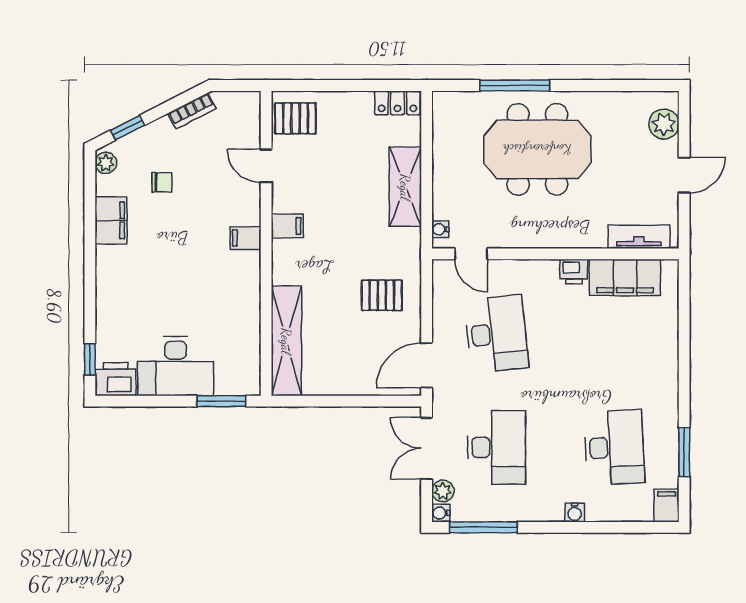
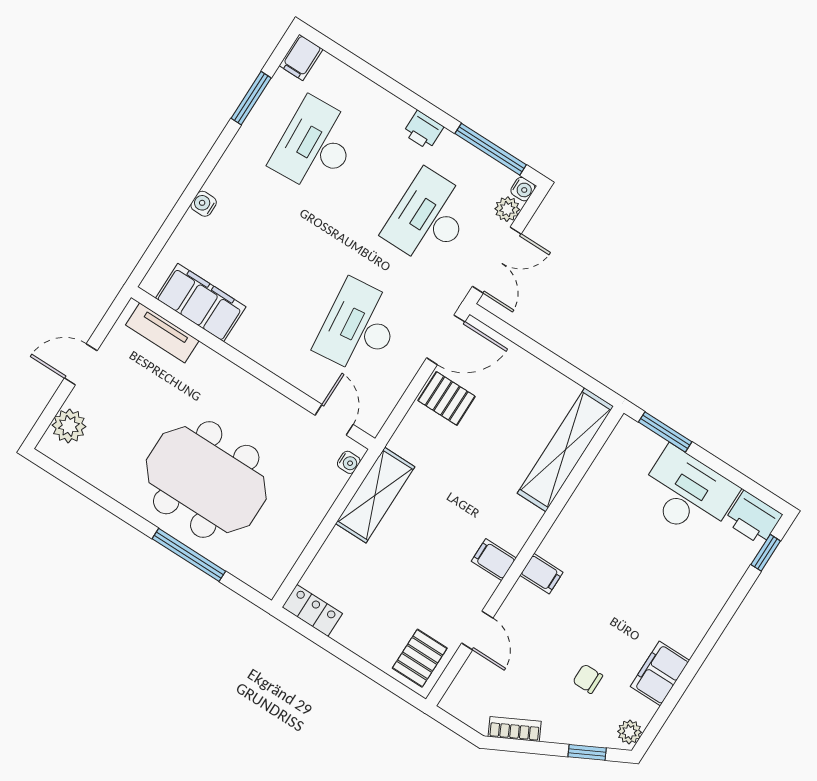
pallet: (295, 118) -> (420, 658), turned 90
shelving: (405, 187) -> (375, 495), moved
printer: (574, 272) -> (423, 130), moved, turned 180
pallet: (382, 295) -> (447, 398), moved
water cooler: (575, 512) -> (204, 204), moved, turned -90

